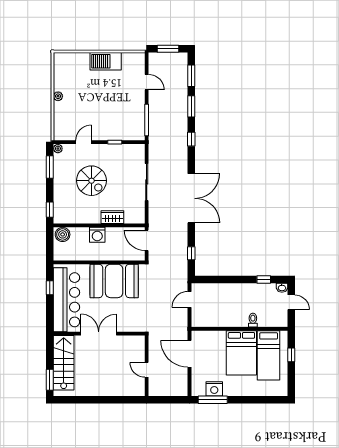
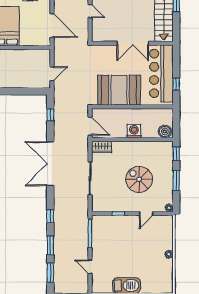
window: (50, 167) -> (176, 181), moved
wardrobe: (112, 217) -> (102, 147), moved

